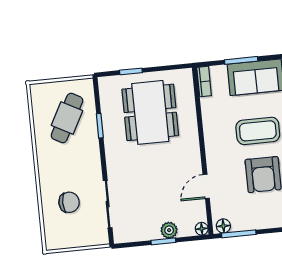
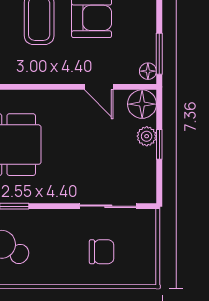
chair: (69, 202) -> (102, 252), turned 90
floor lamp: (202, 229) -> (142, 104), width x1.89, depth x1.89

